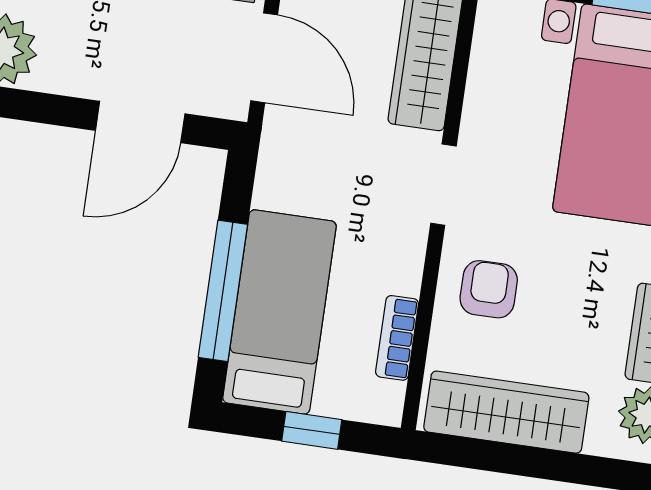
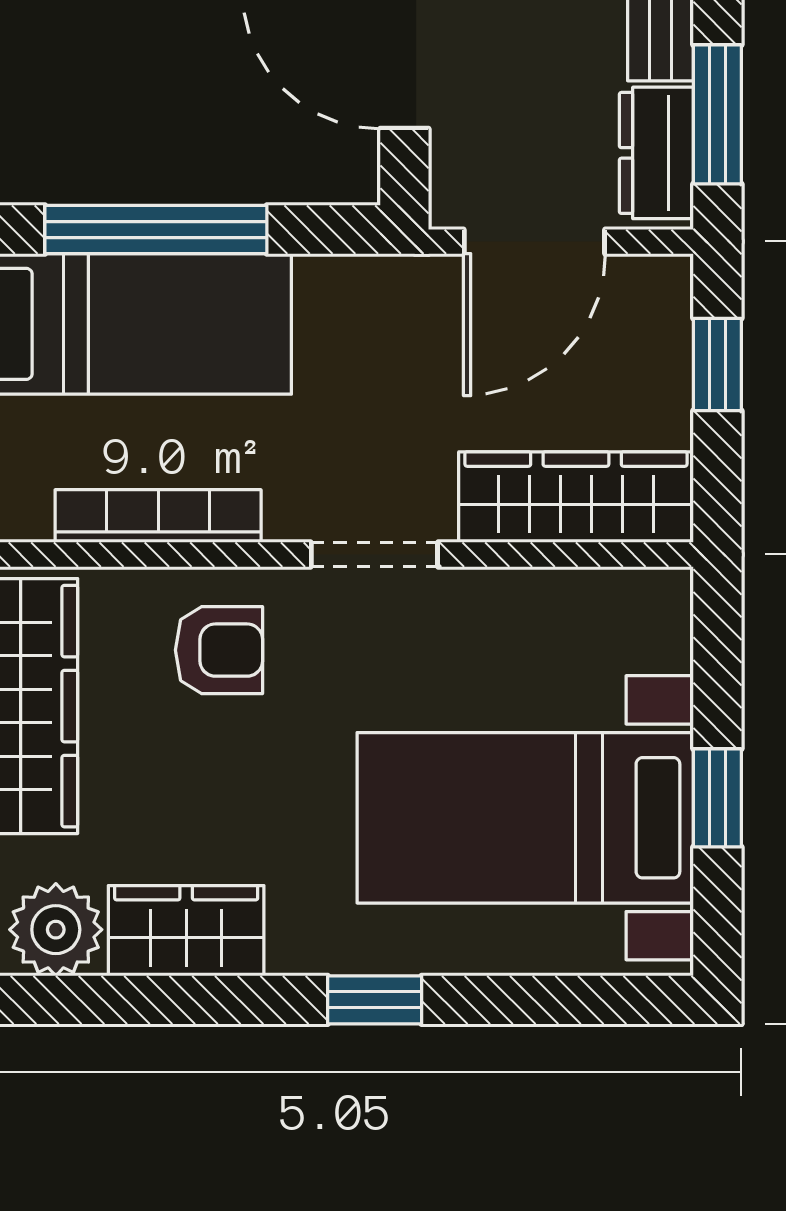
bookcase: (397, 338) -> (158, 516), width x1.56

